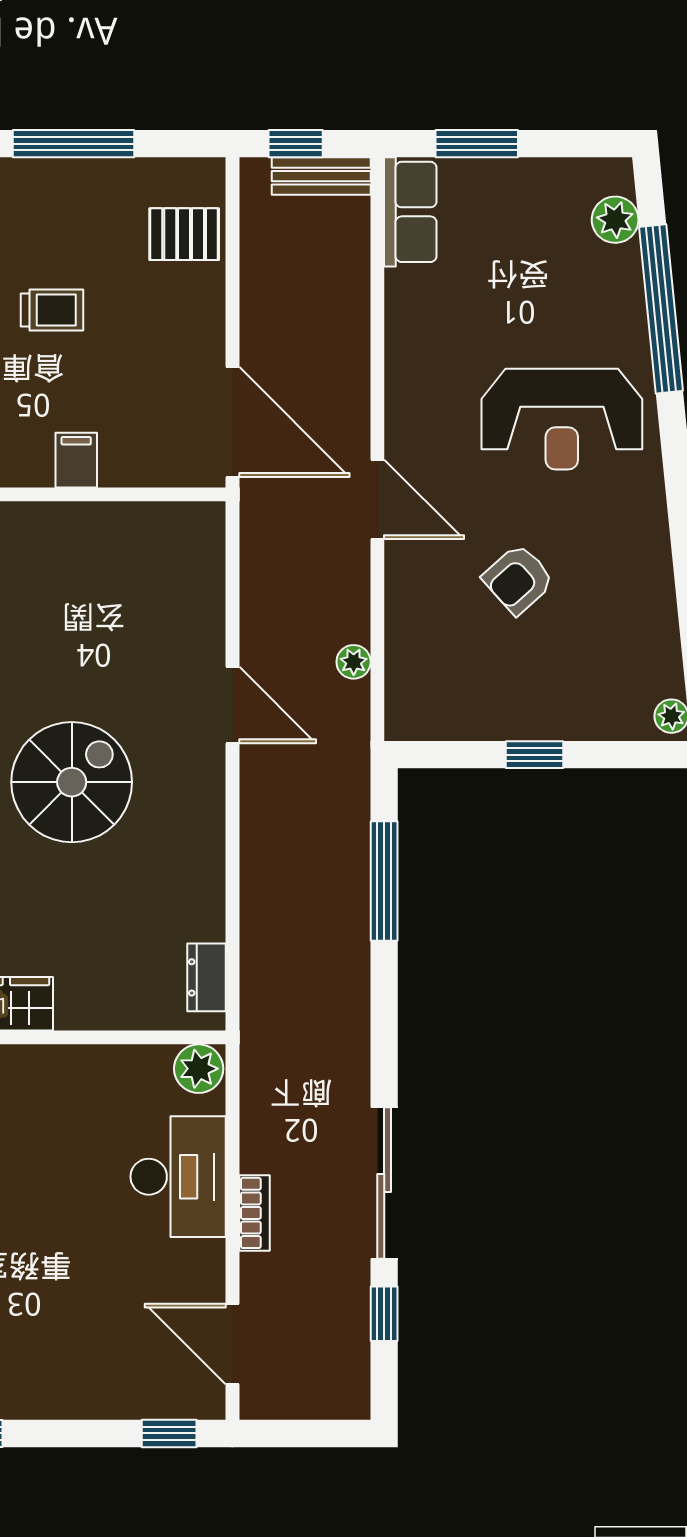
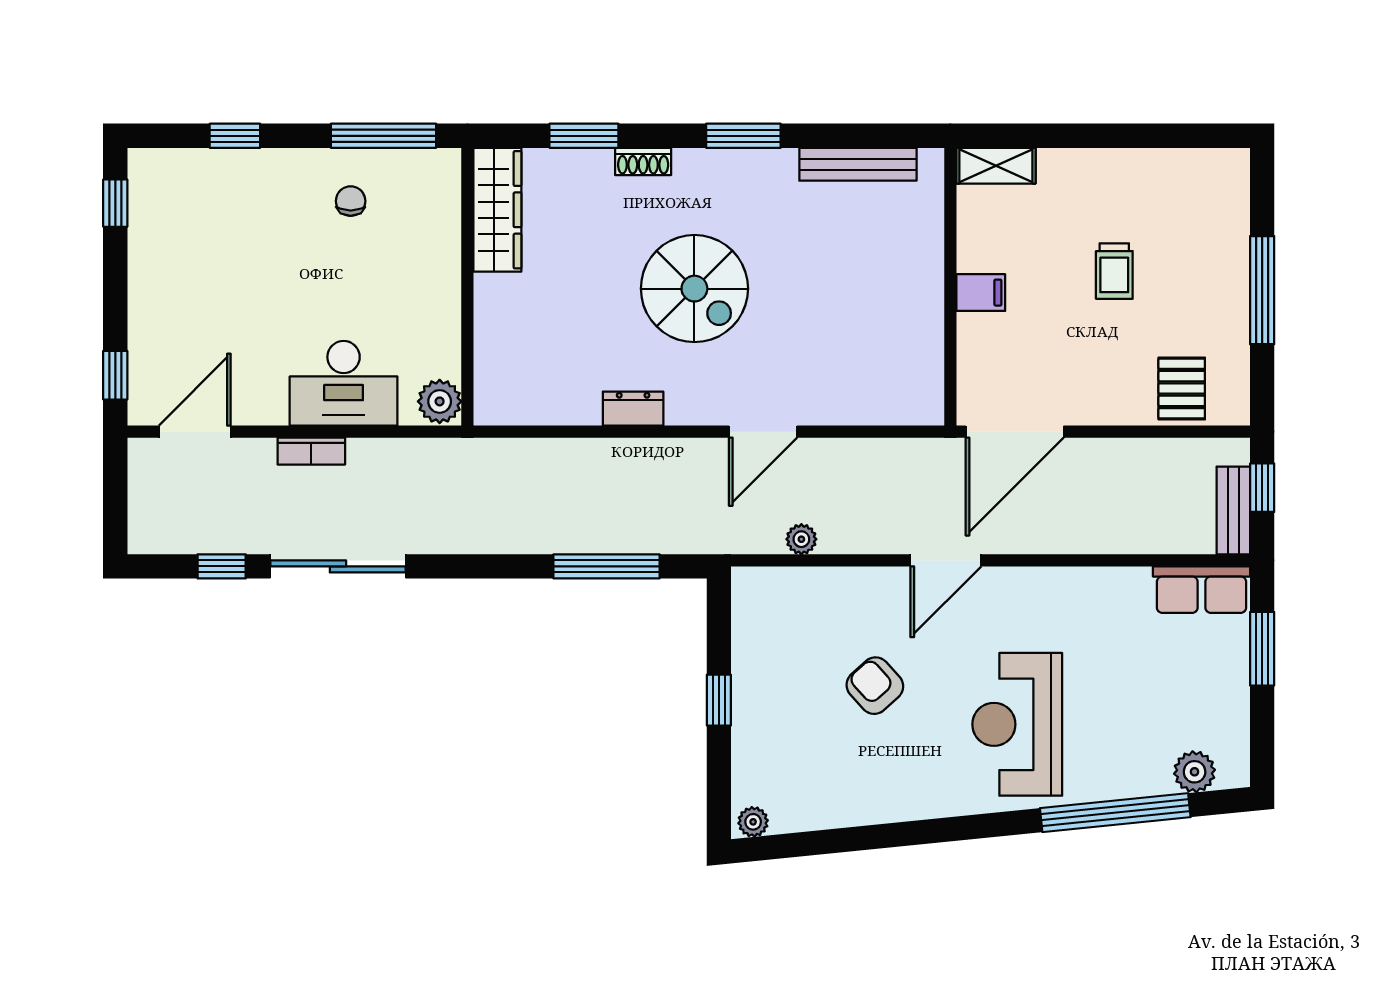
dresser: (207, 977) -> (633, 409), moved

